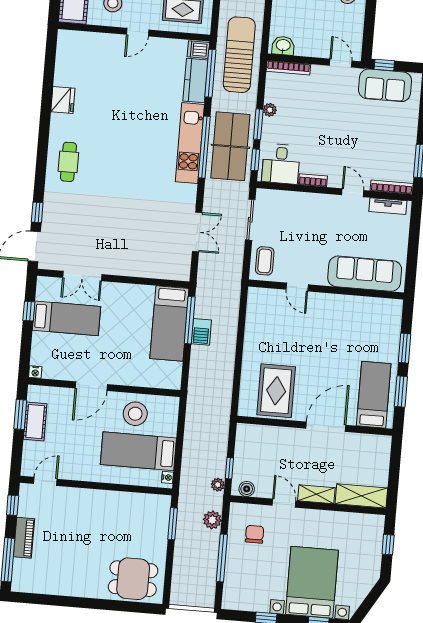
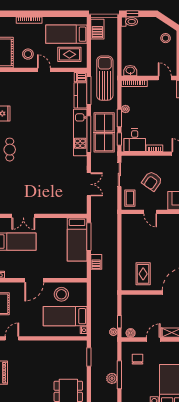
door: (138, 32) -> (44, 70), swing flipped
armchair: (304, 235) -> (152, 181), added
barbecue: (201, 332) -> (96, 262), moved
rug: (276, 391) -> (143, 274), width x0.73, depth x0.70
door: (284, 503) -> (153, 339), hinge flipped
plant: (212, 520) -> (112, 378), moved

